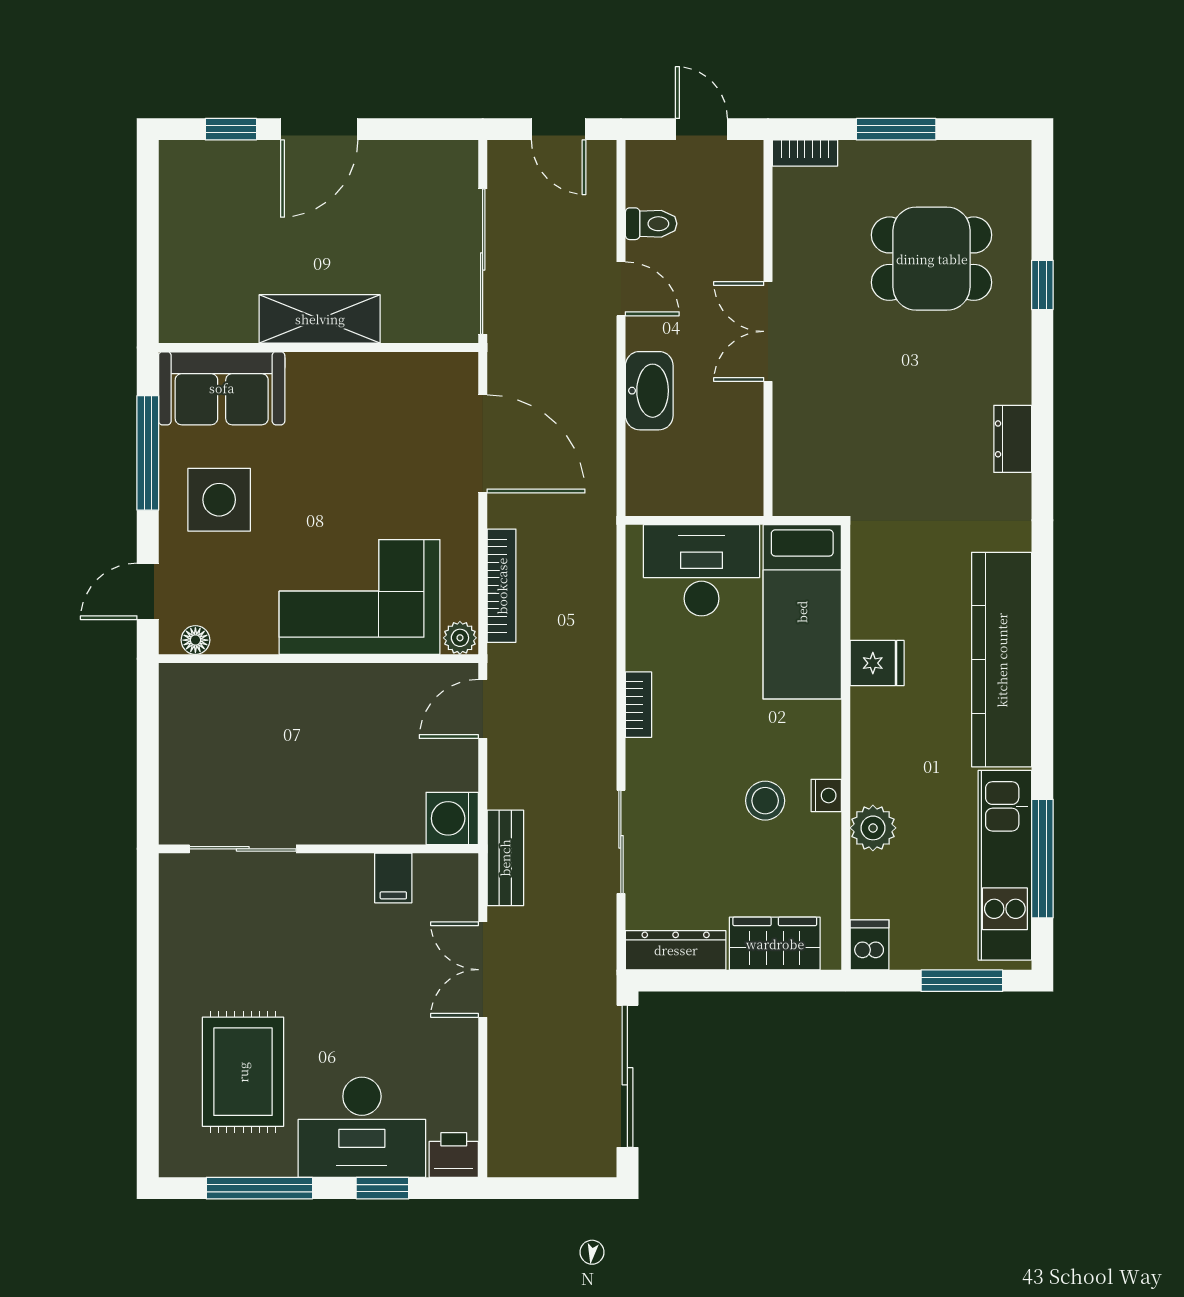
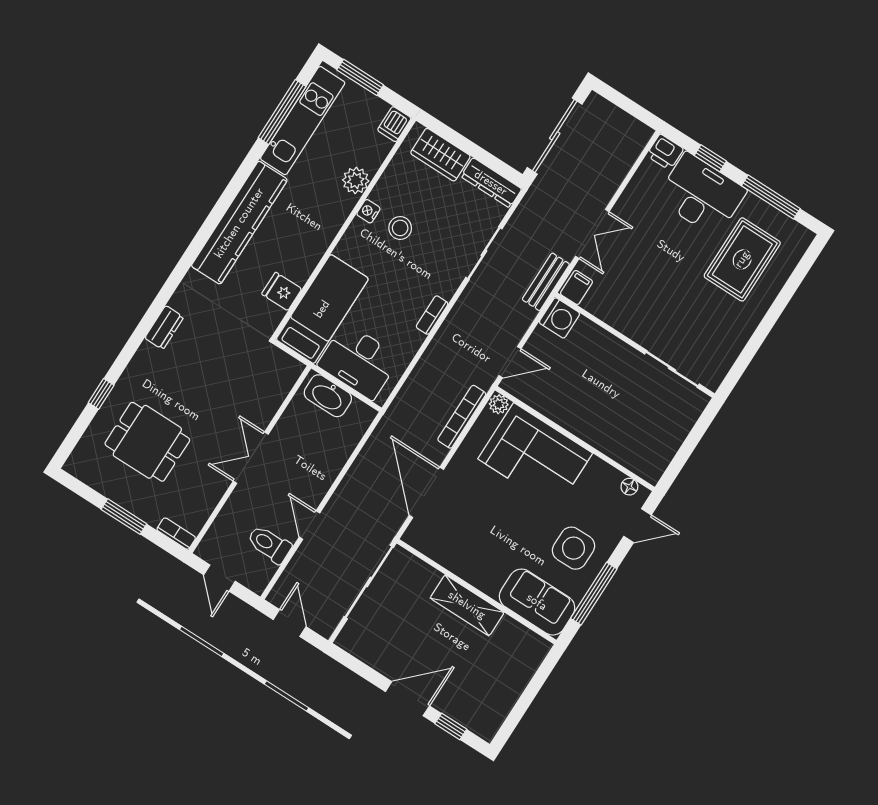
toilet: (651, 224) -> (269, 544), width x1.37, depth x1.39
double door: (768, 331) -> (251, 458), swing flipped
washbasin: (649, 391) -> (328, 396), moved, turned -90
fridge: (877, 663) -> (282, 291), moved
filing cabinet: (393, 878) -> (576, 288), moved

